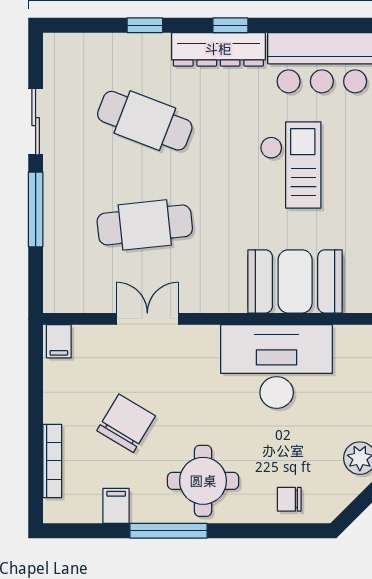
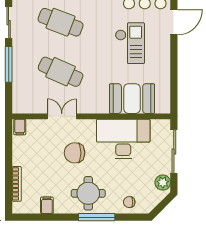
cafe table: (145, 225) -> (61, 72), turned 30
chair: (126, 423) -> (75, 153), moved, turned -121
window: (168, 531) -> (97, 217), moved

